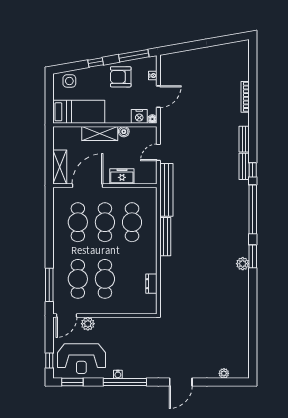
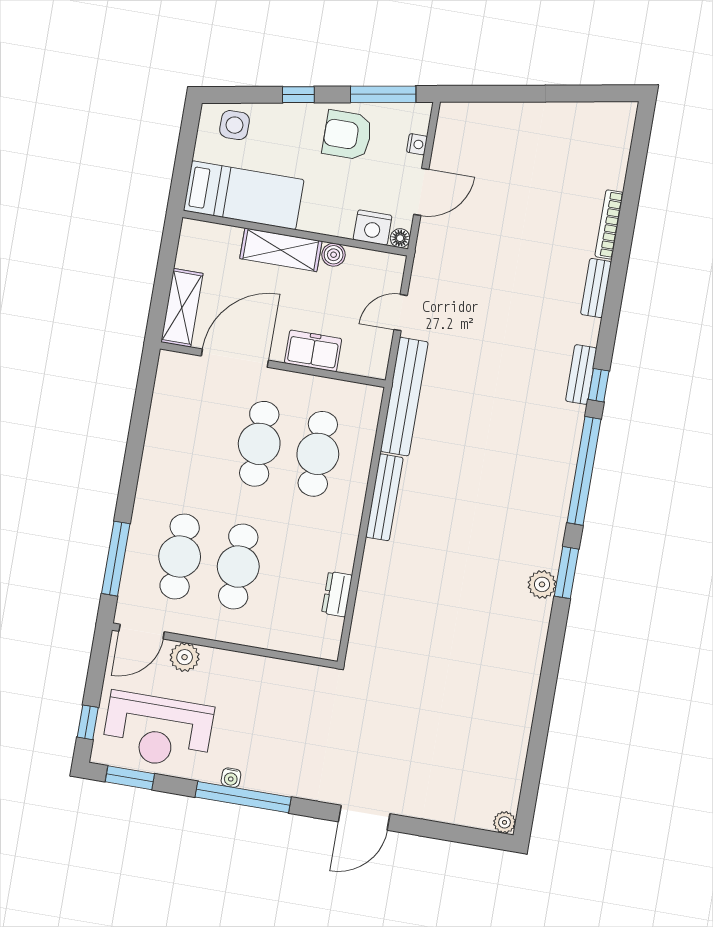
bench: (244, 139) -> (596, 288), moved
cafe table: (78, 222) -> (201, 434), removed
plant: (224, 373) -> (505, 822), moved

